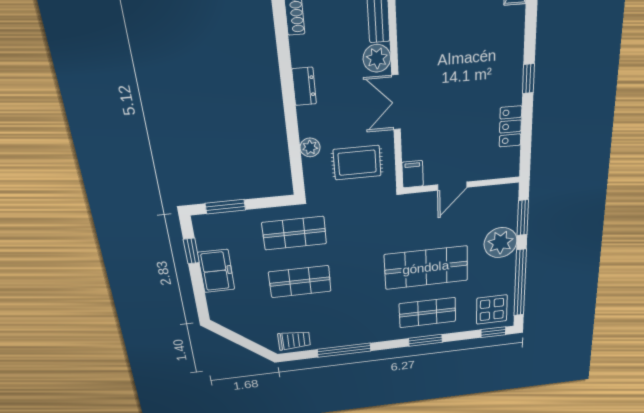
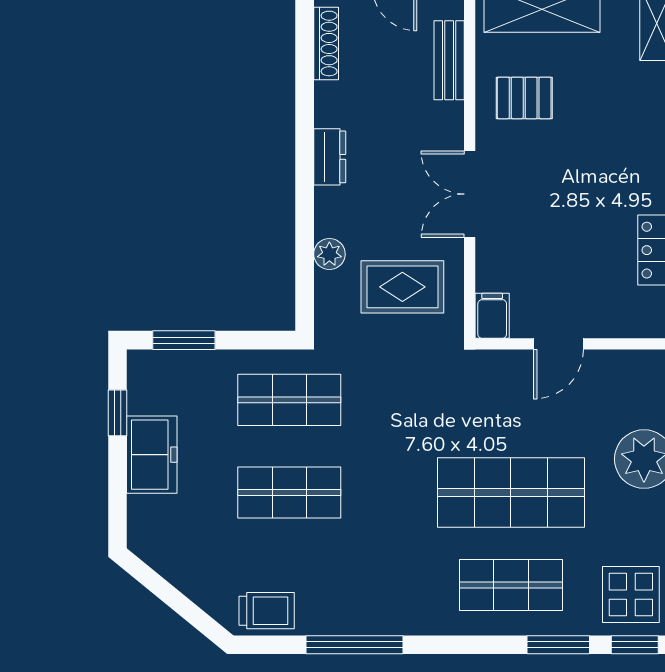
pallet: (429, 37) -> (524, 98), added
plant: (377, 58) -> (443, 124), removed
window: (426, 340) -> (558, 645), moved

